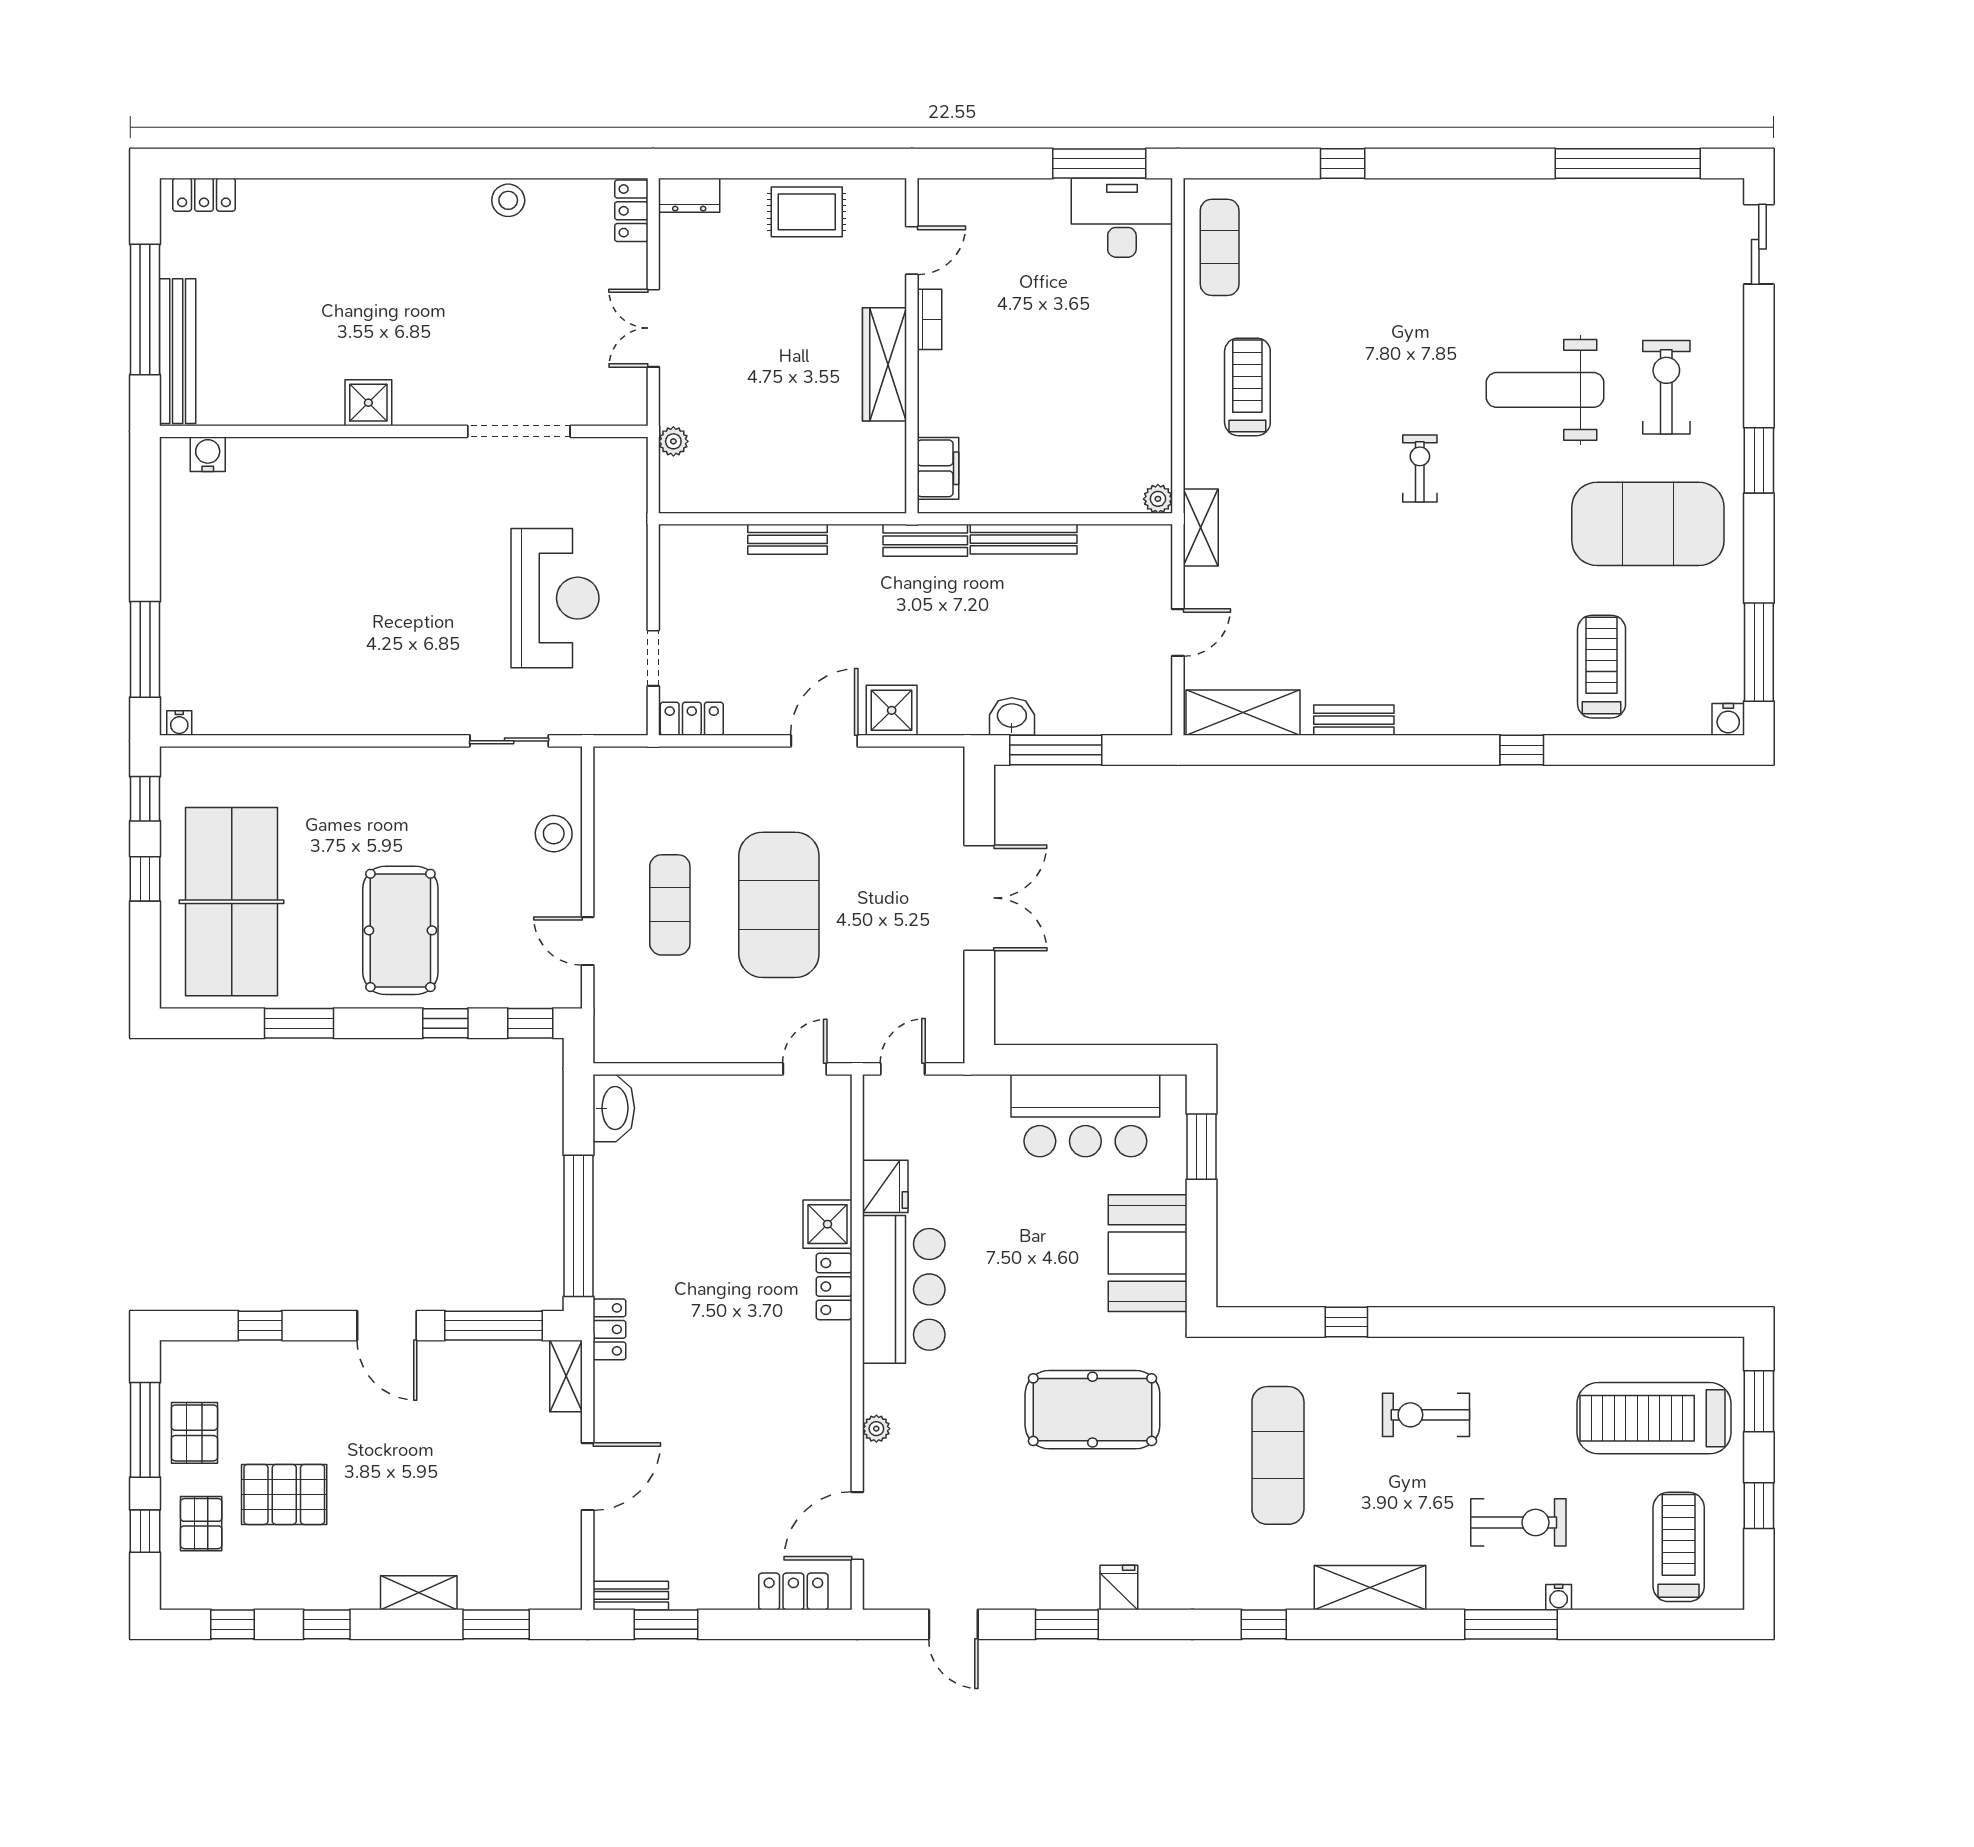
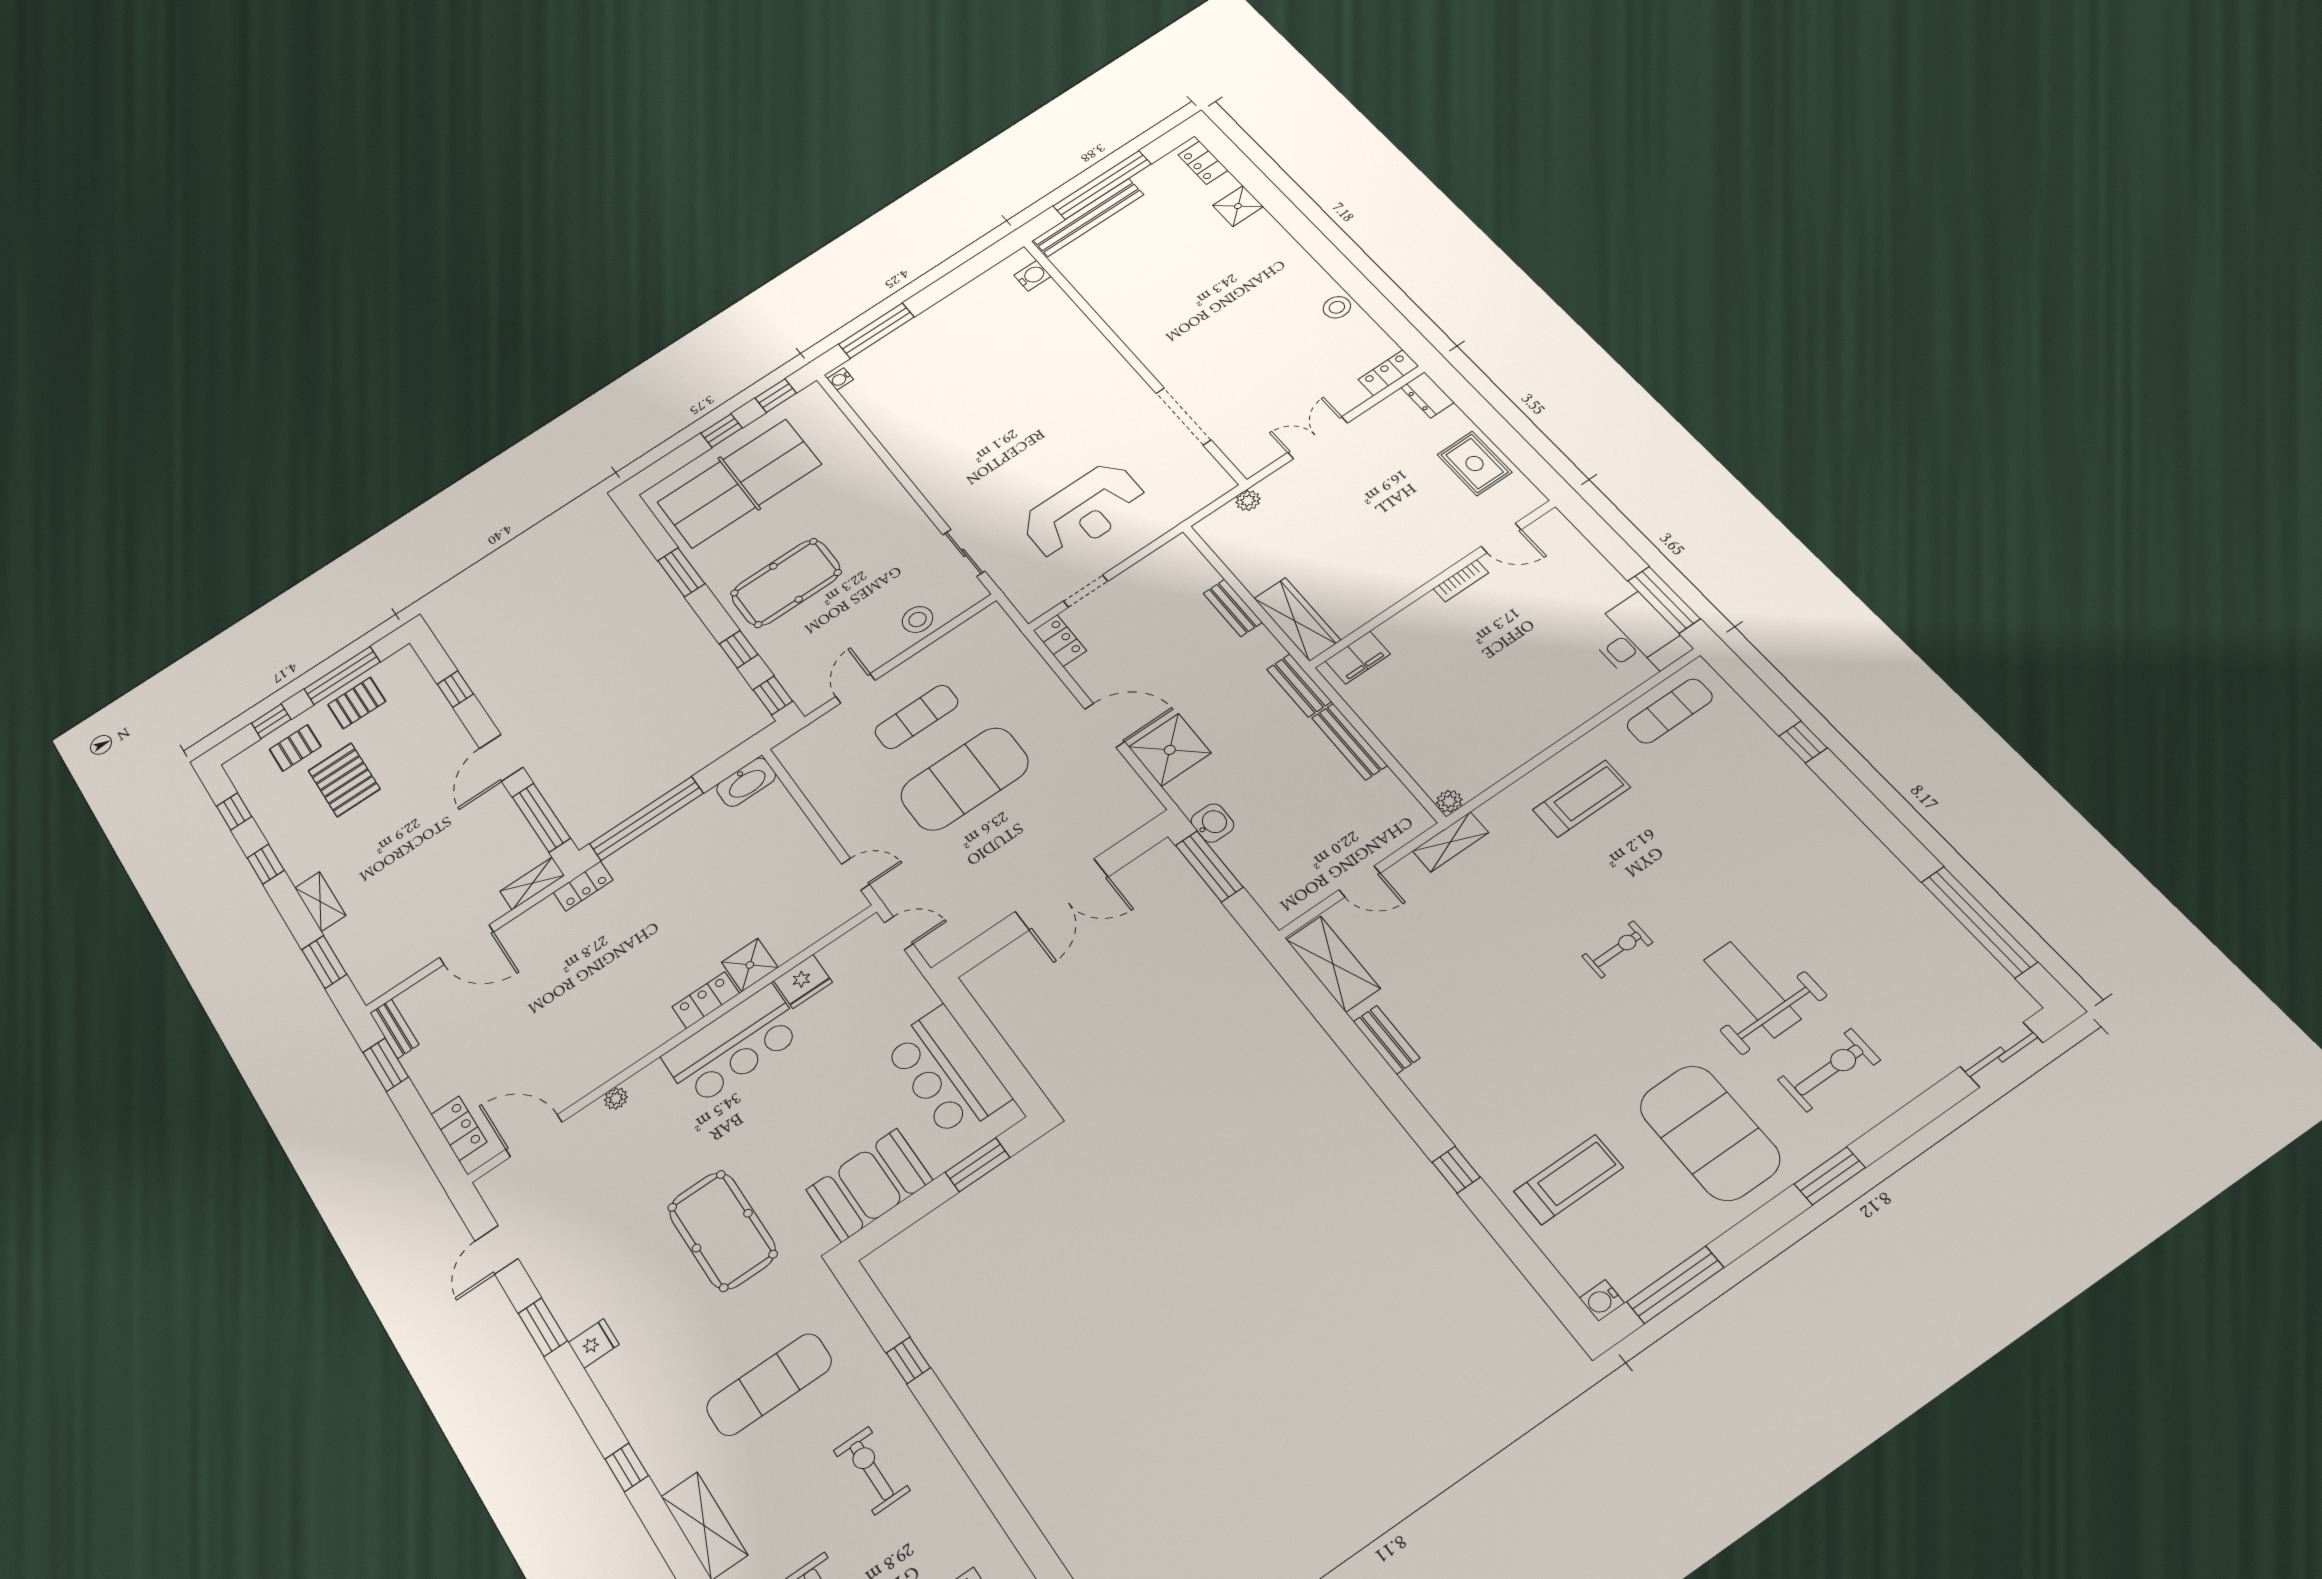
wardrobe: (884, 364) -> (1297, 619), moved, turned 90
shower: (368, 403) -> (1238, 206), moved
shower: (892, 710) -> (1170, 750), width x1.36, depth x1.36

